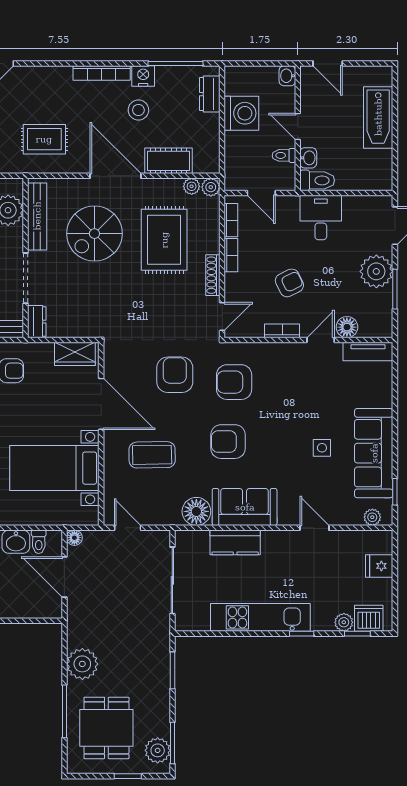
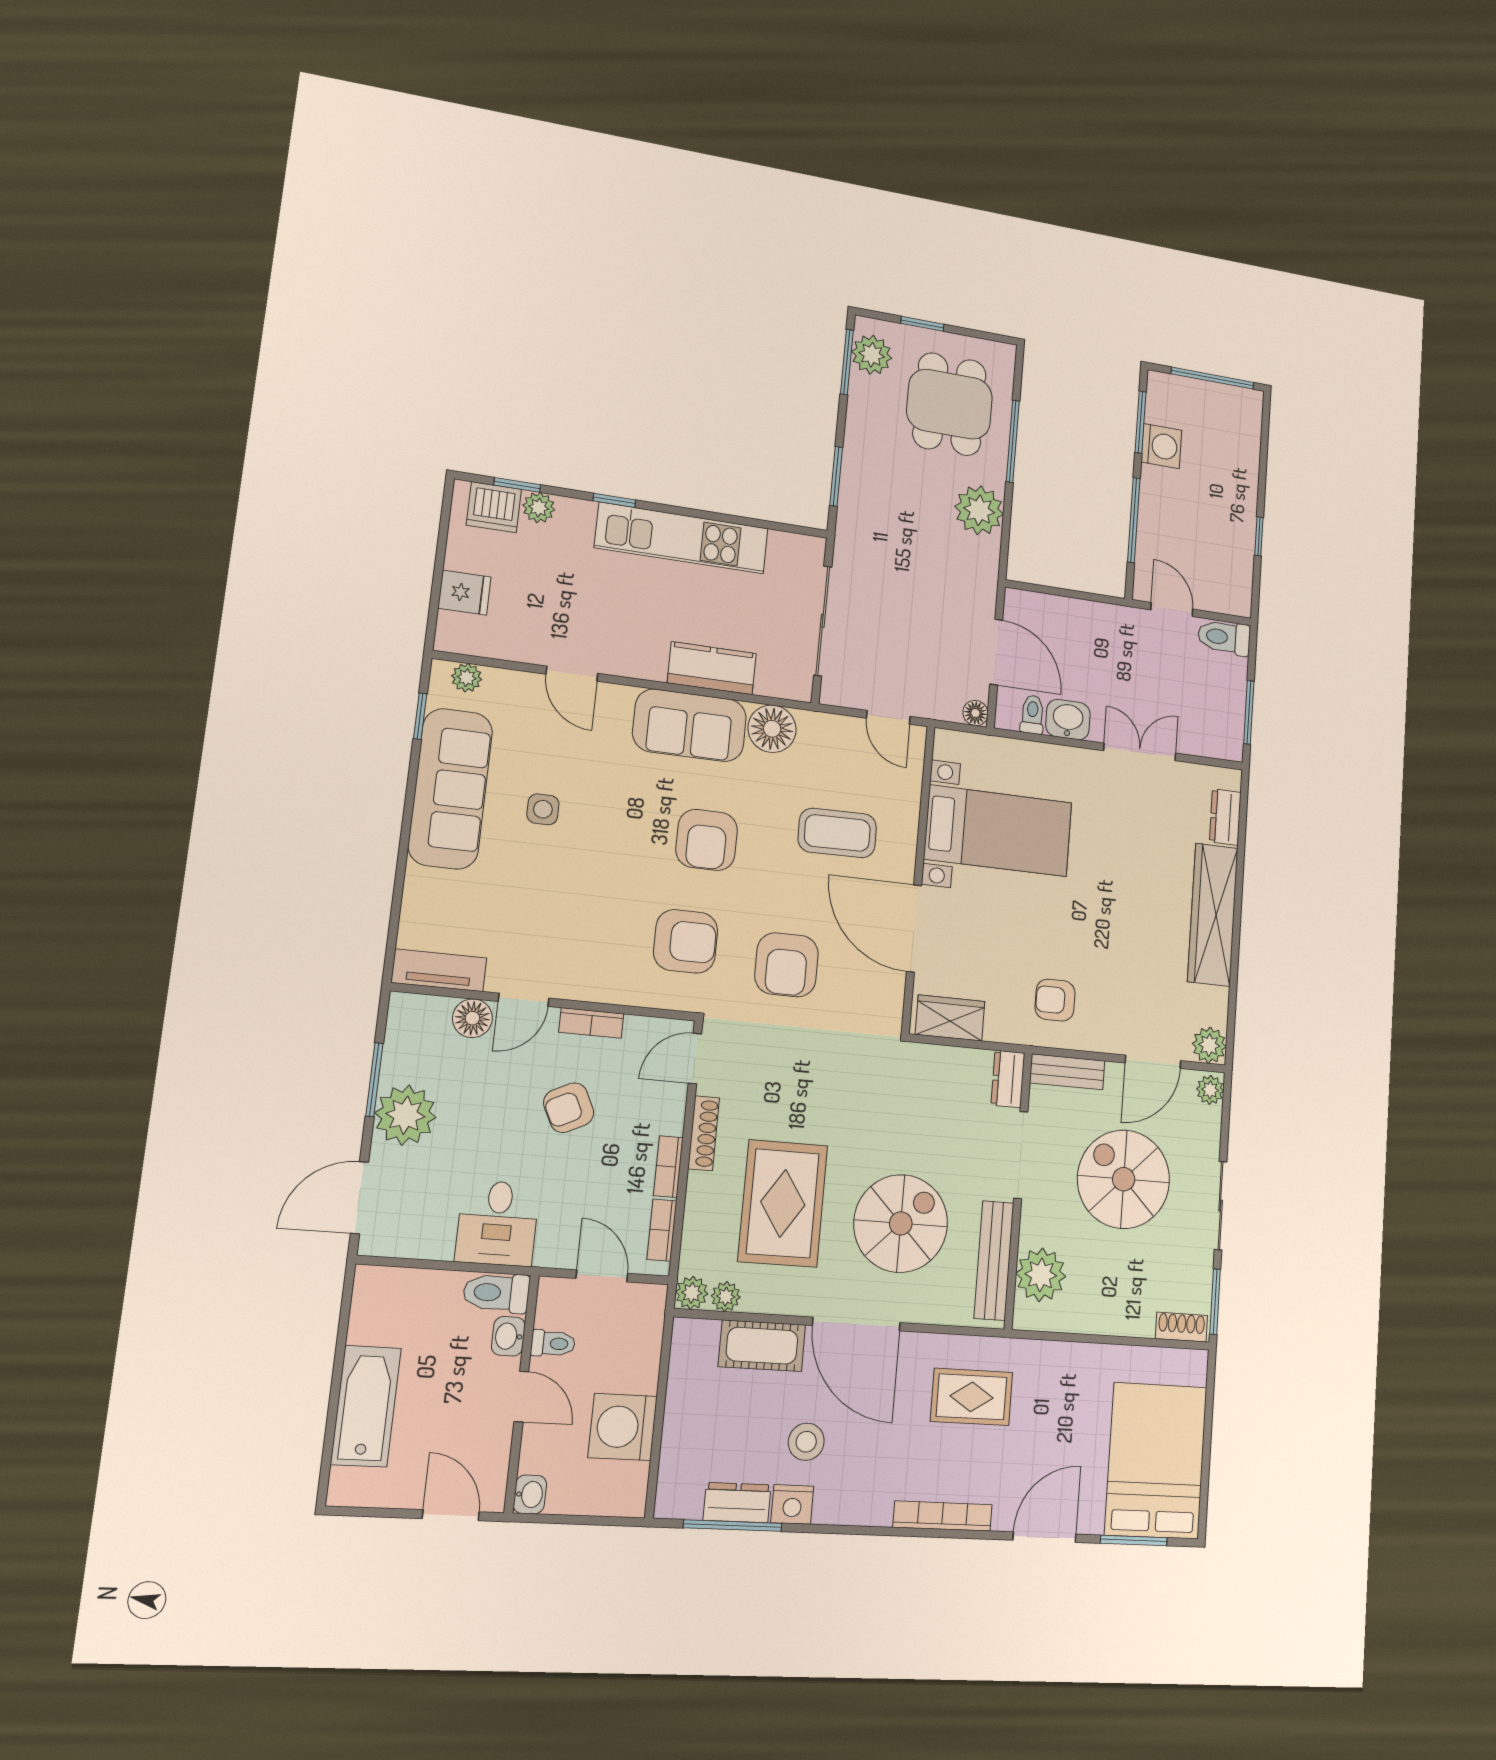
bookcase: (102, 73) -> (943, 1516), moved
dresser: (210, 94) -> (737, 1503), moved, turned -90
armchair: (228, 442) -> (707, 840), turned 90

